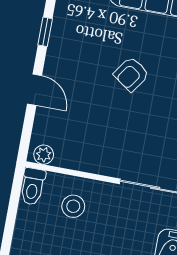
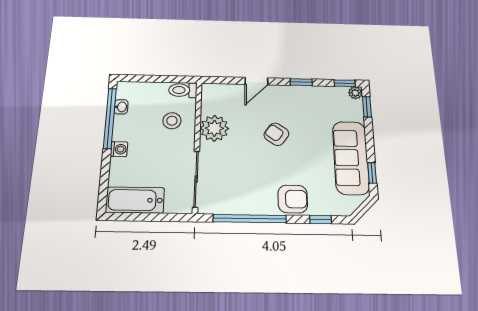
armchair: (131, 74) -> (276, 134), moved
plant: (44, 155) -> (214, 128), moved, width x1.88, depth x1.88

